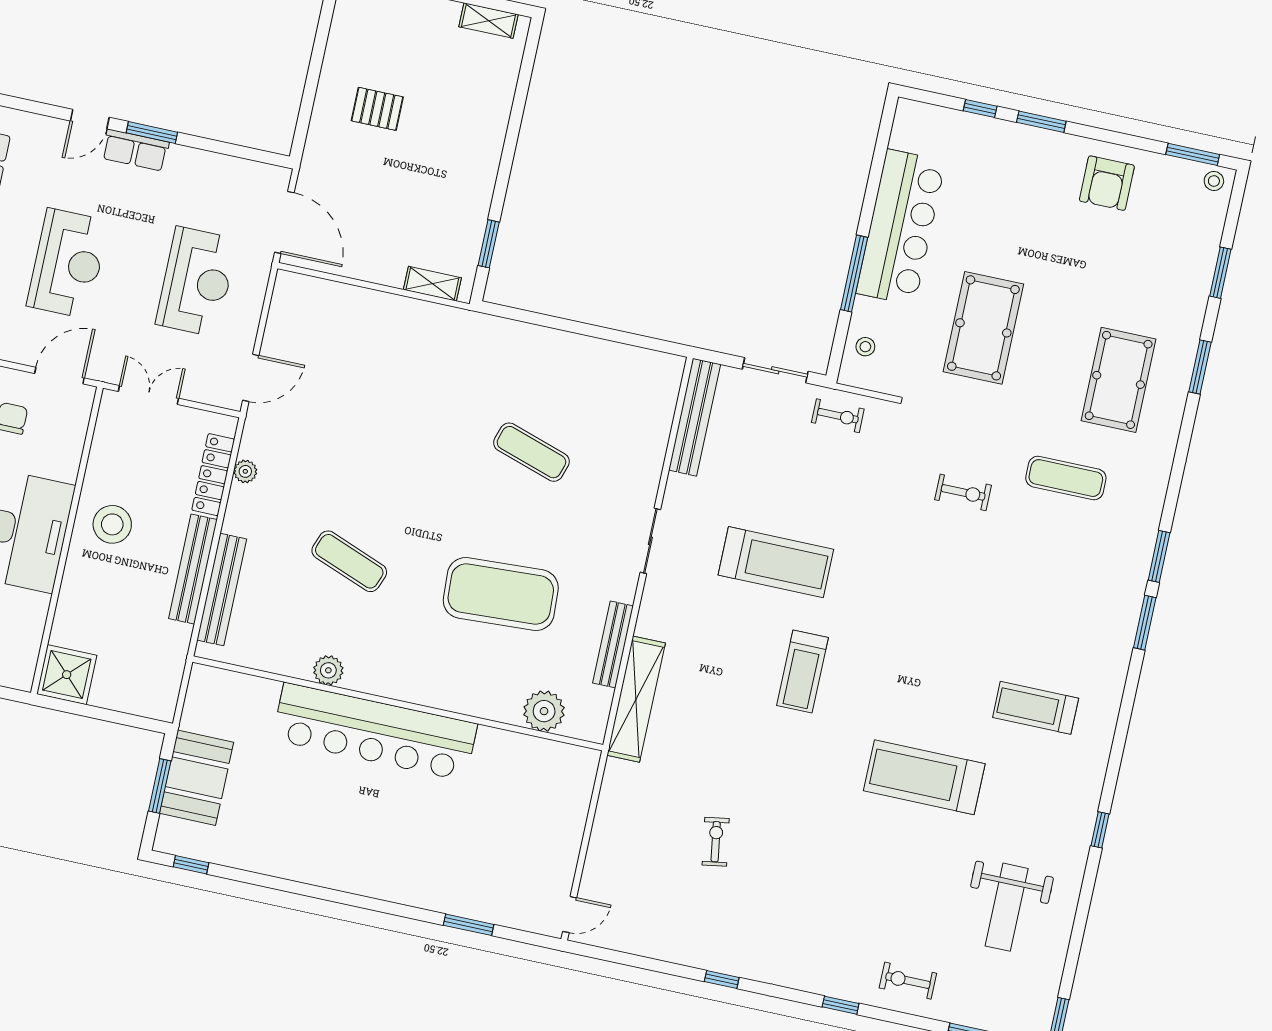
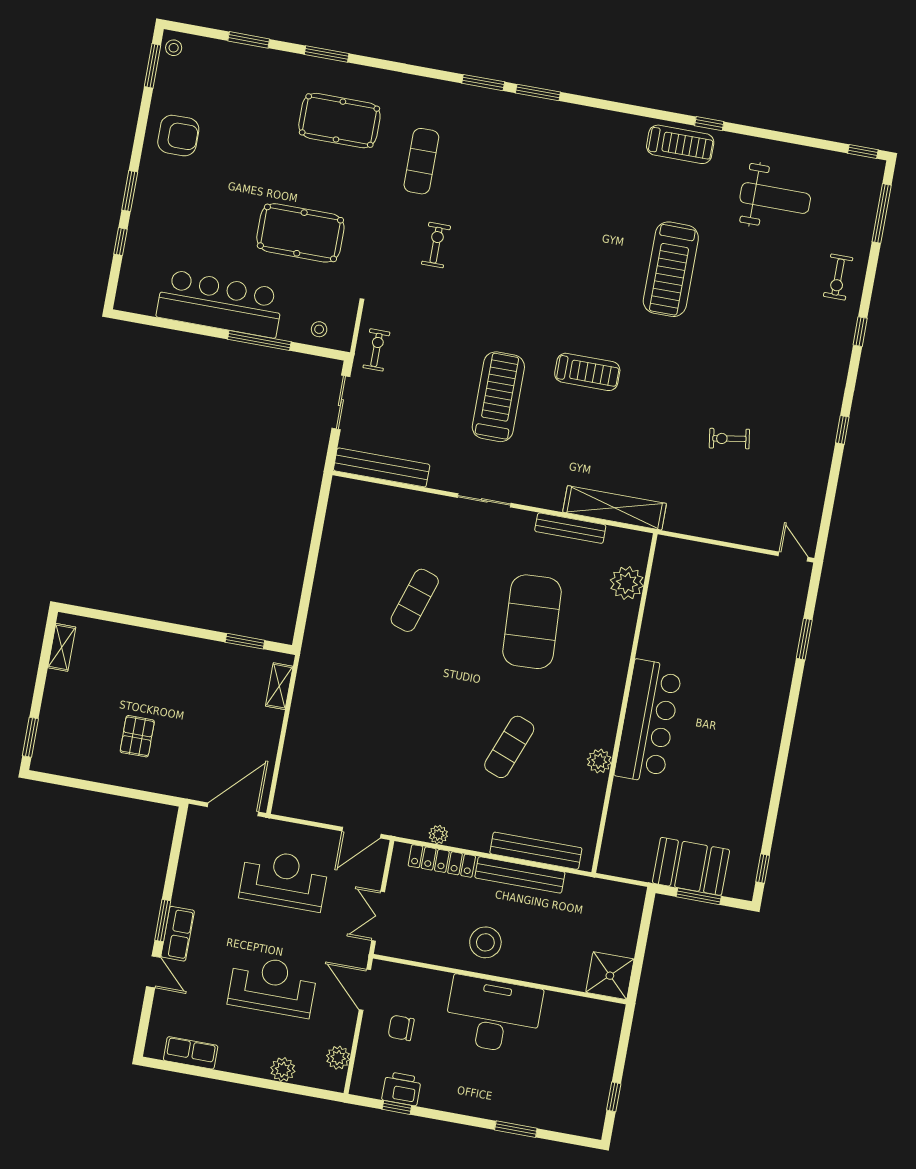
door: (251, 378) -> (361, 833), swing flipped
treadmill: (1036, 708) -> (680, 144), moved, turned -90
bar counter: (375, 732) -> (648, 721), width x0.73

